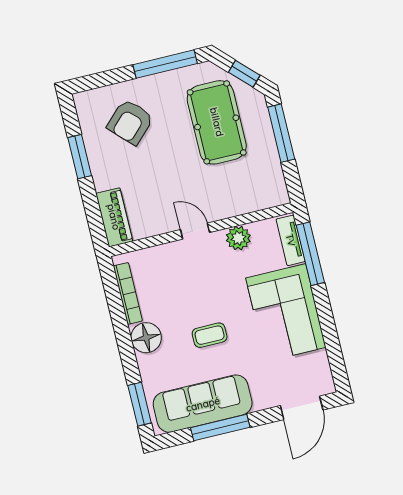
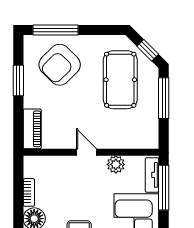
window: (165, 64) -> (56, 30), moved
armchair: (130, 122) -> (60, 65), width x1.36, depth x1.36
bookcase: (128, 293) -> (29, 192), width x0.64

